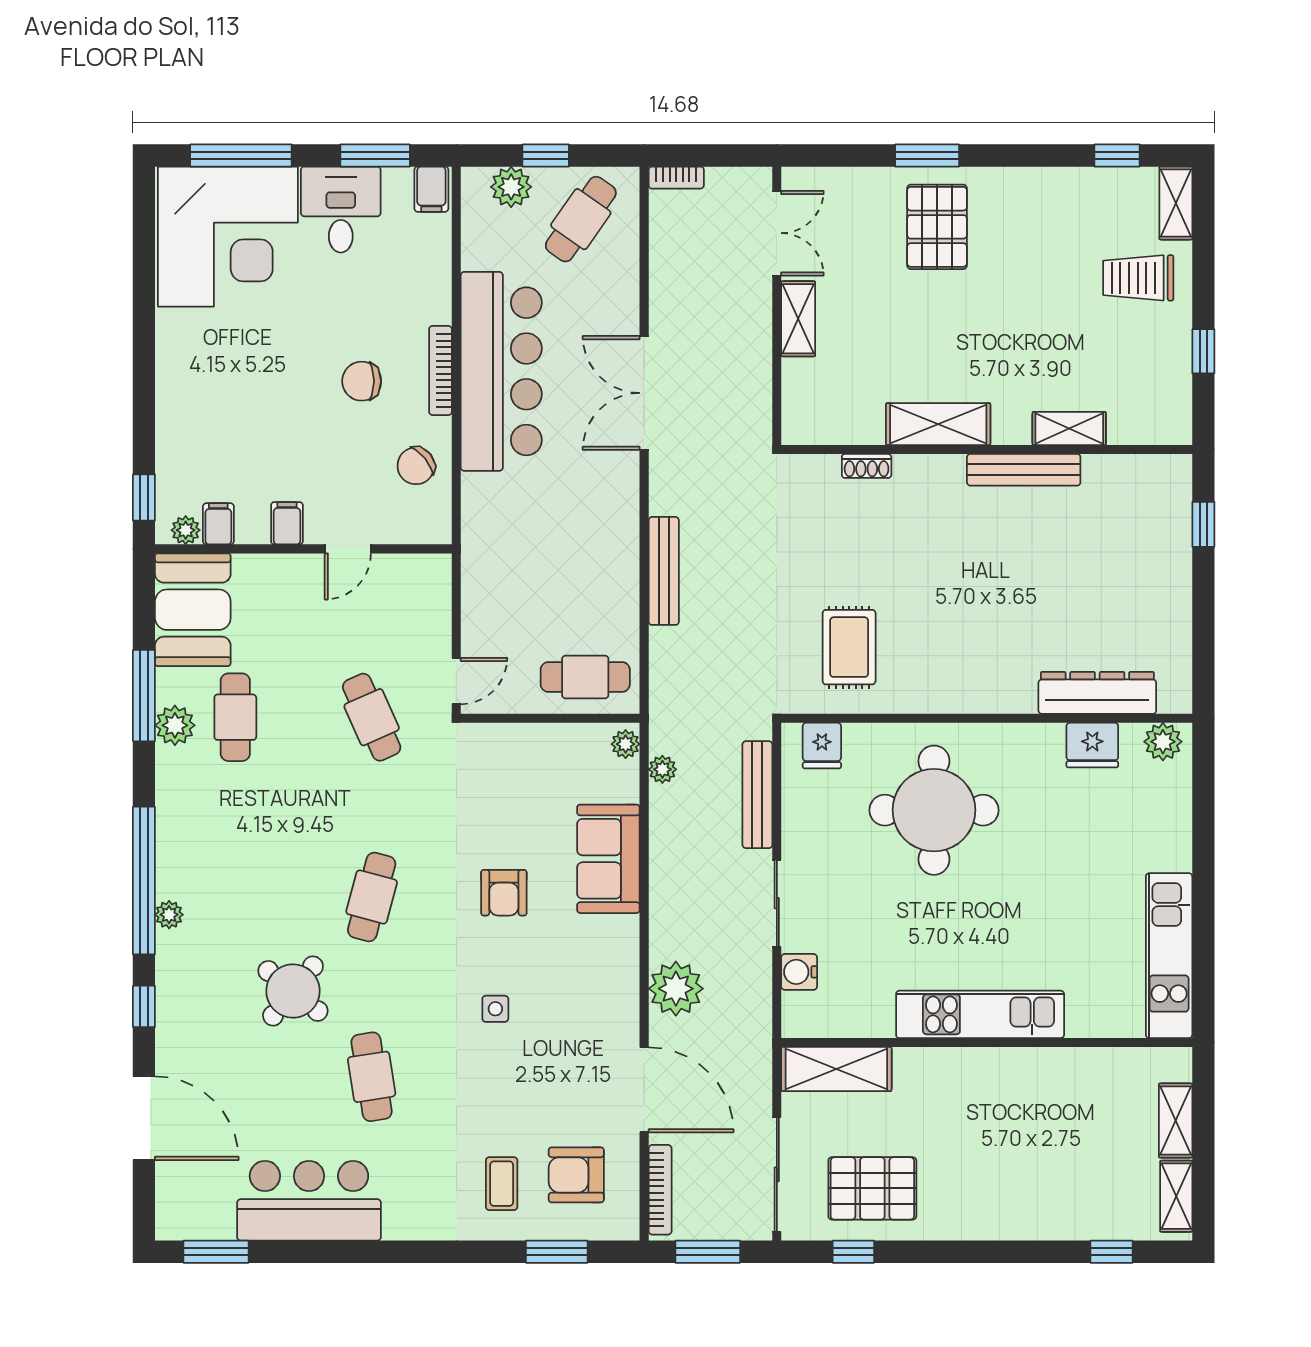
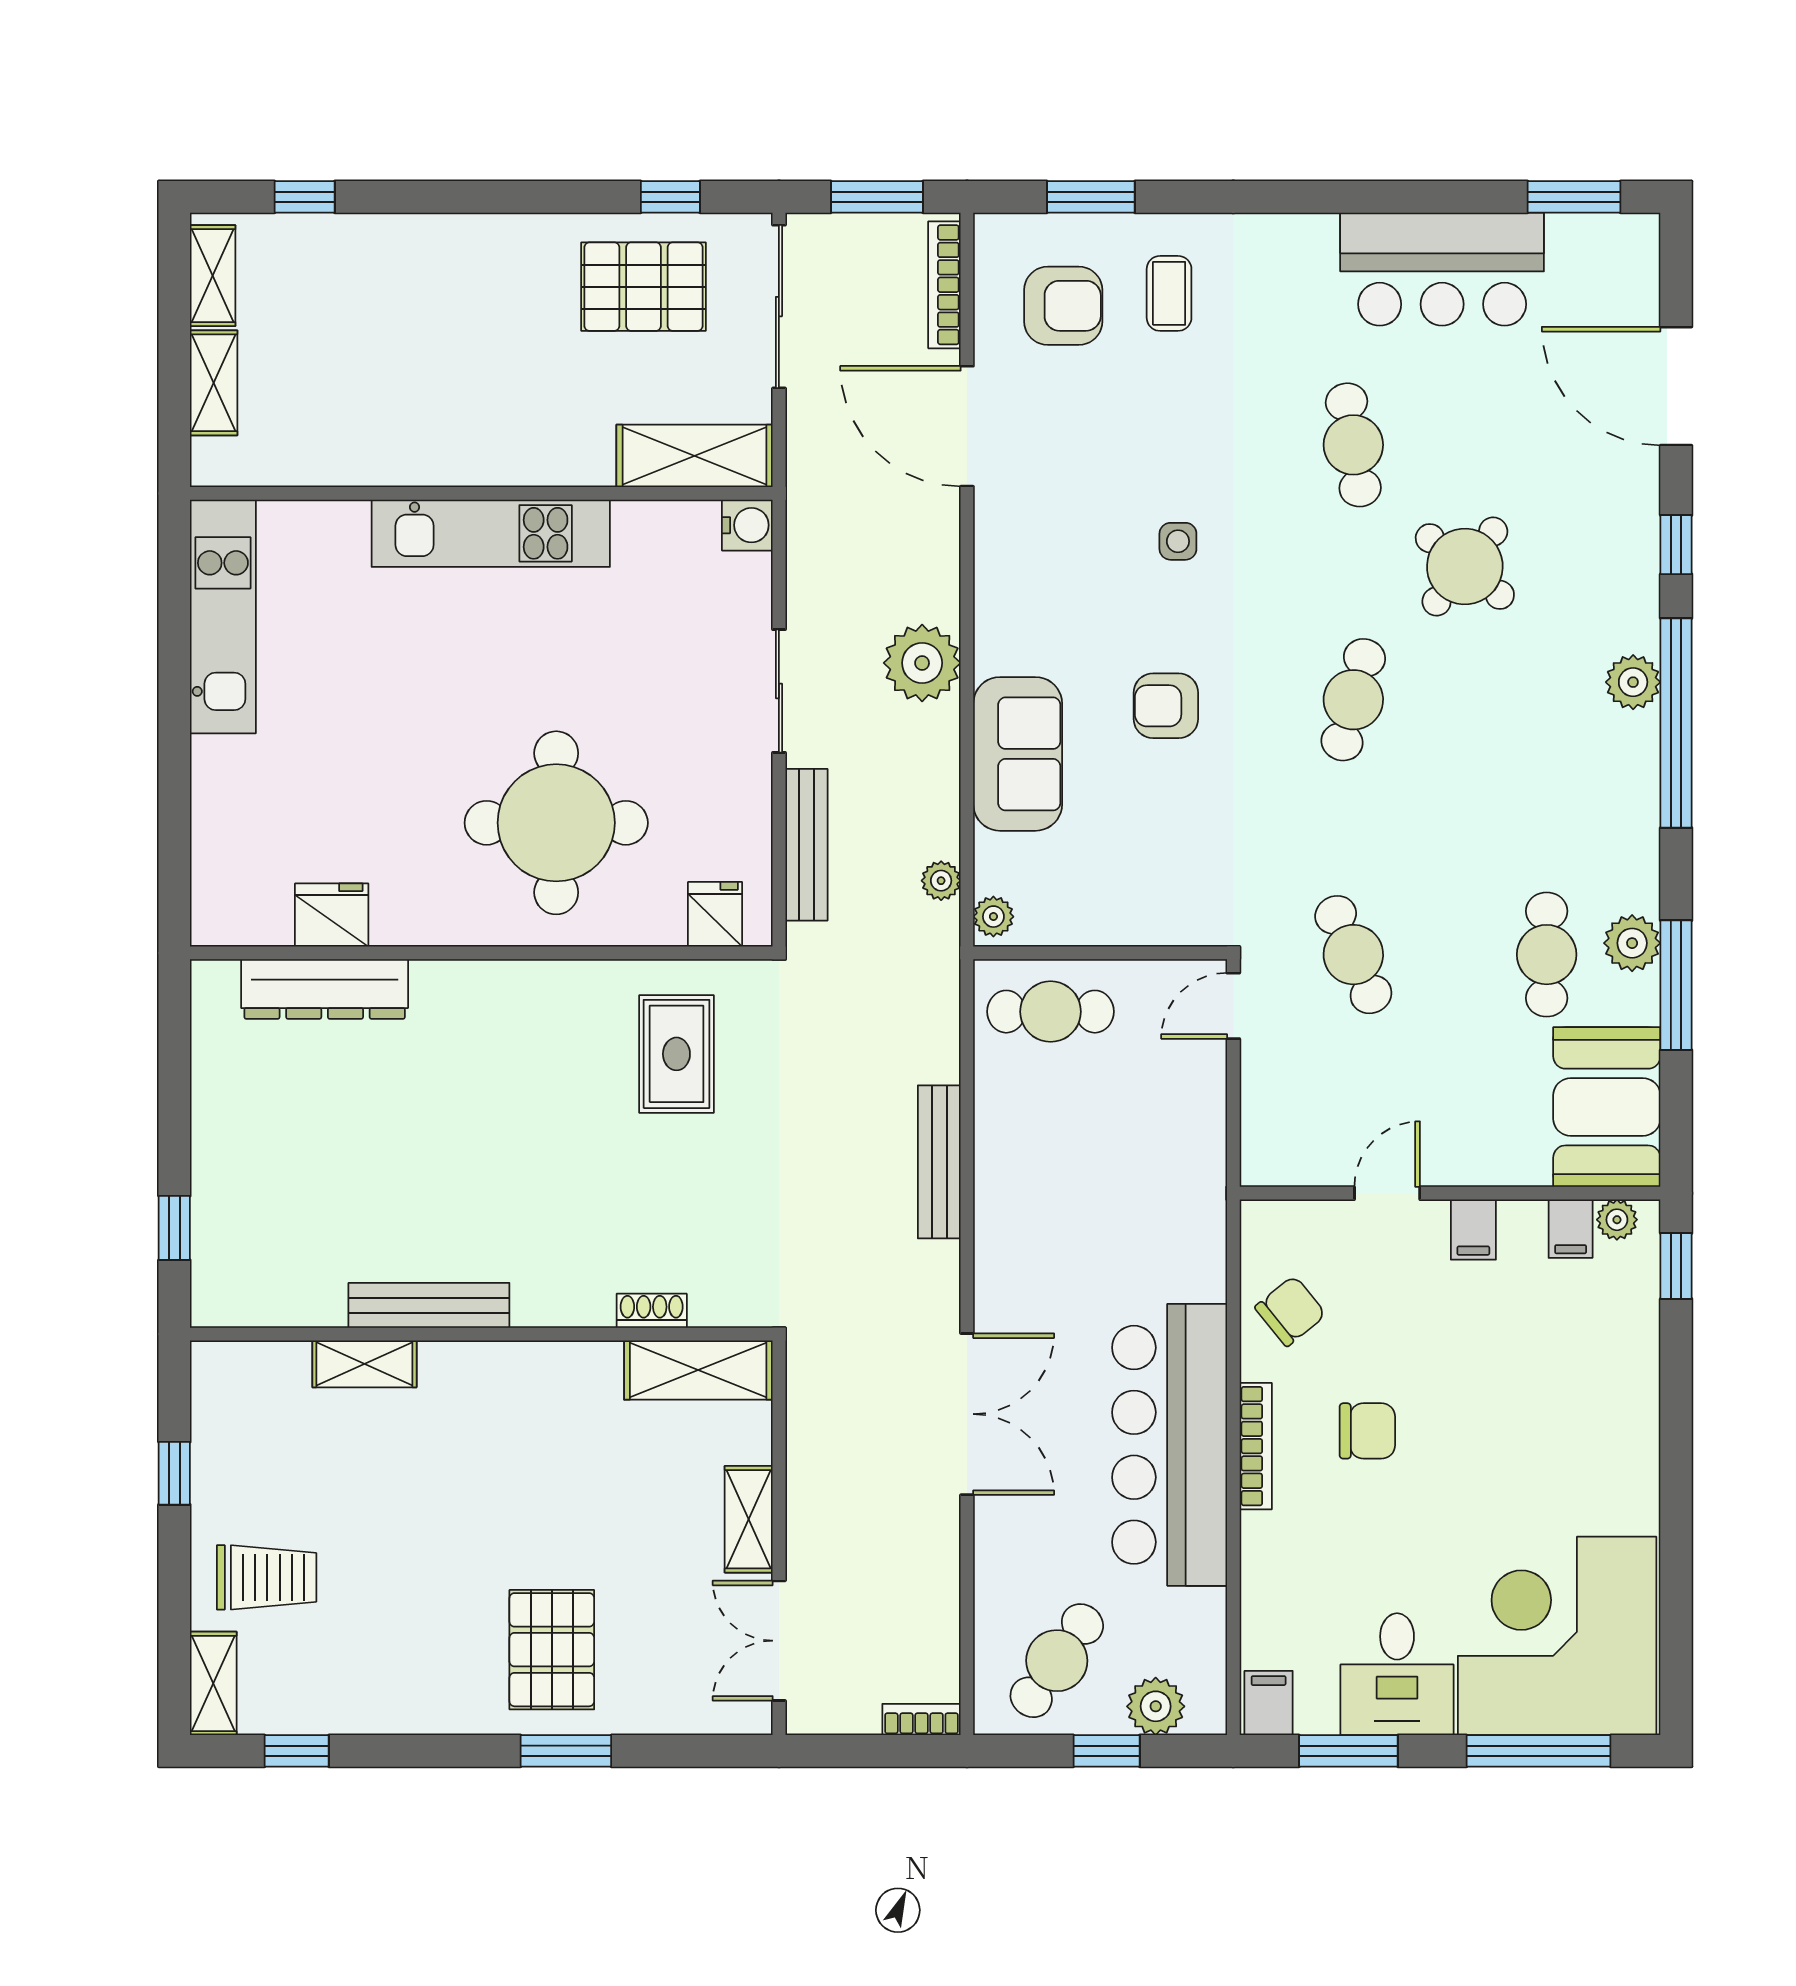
shelving: (938, 424) -> (698, 1370), moved
plant: (1163, 742) -> (232, 920), removed
armchair: (504, 893) -> (1166, 706), turned -90
plant: (169, 915) -> (1633, 682), width x1.38, depth x1.38
water cooler: (799, 972) -> (747, 525), moved
plant: (676, 989) -> (922, 663), moved

